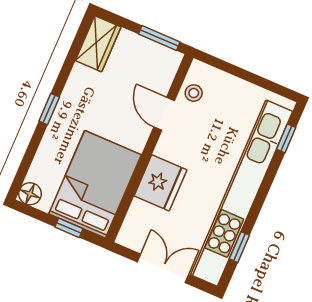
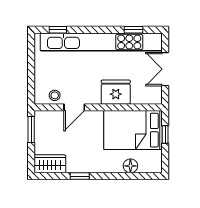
window: (49, 109) -> (80, 176), moved
floor lamp: (30, 194) -> (130, 166), moved

